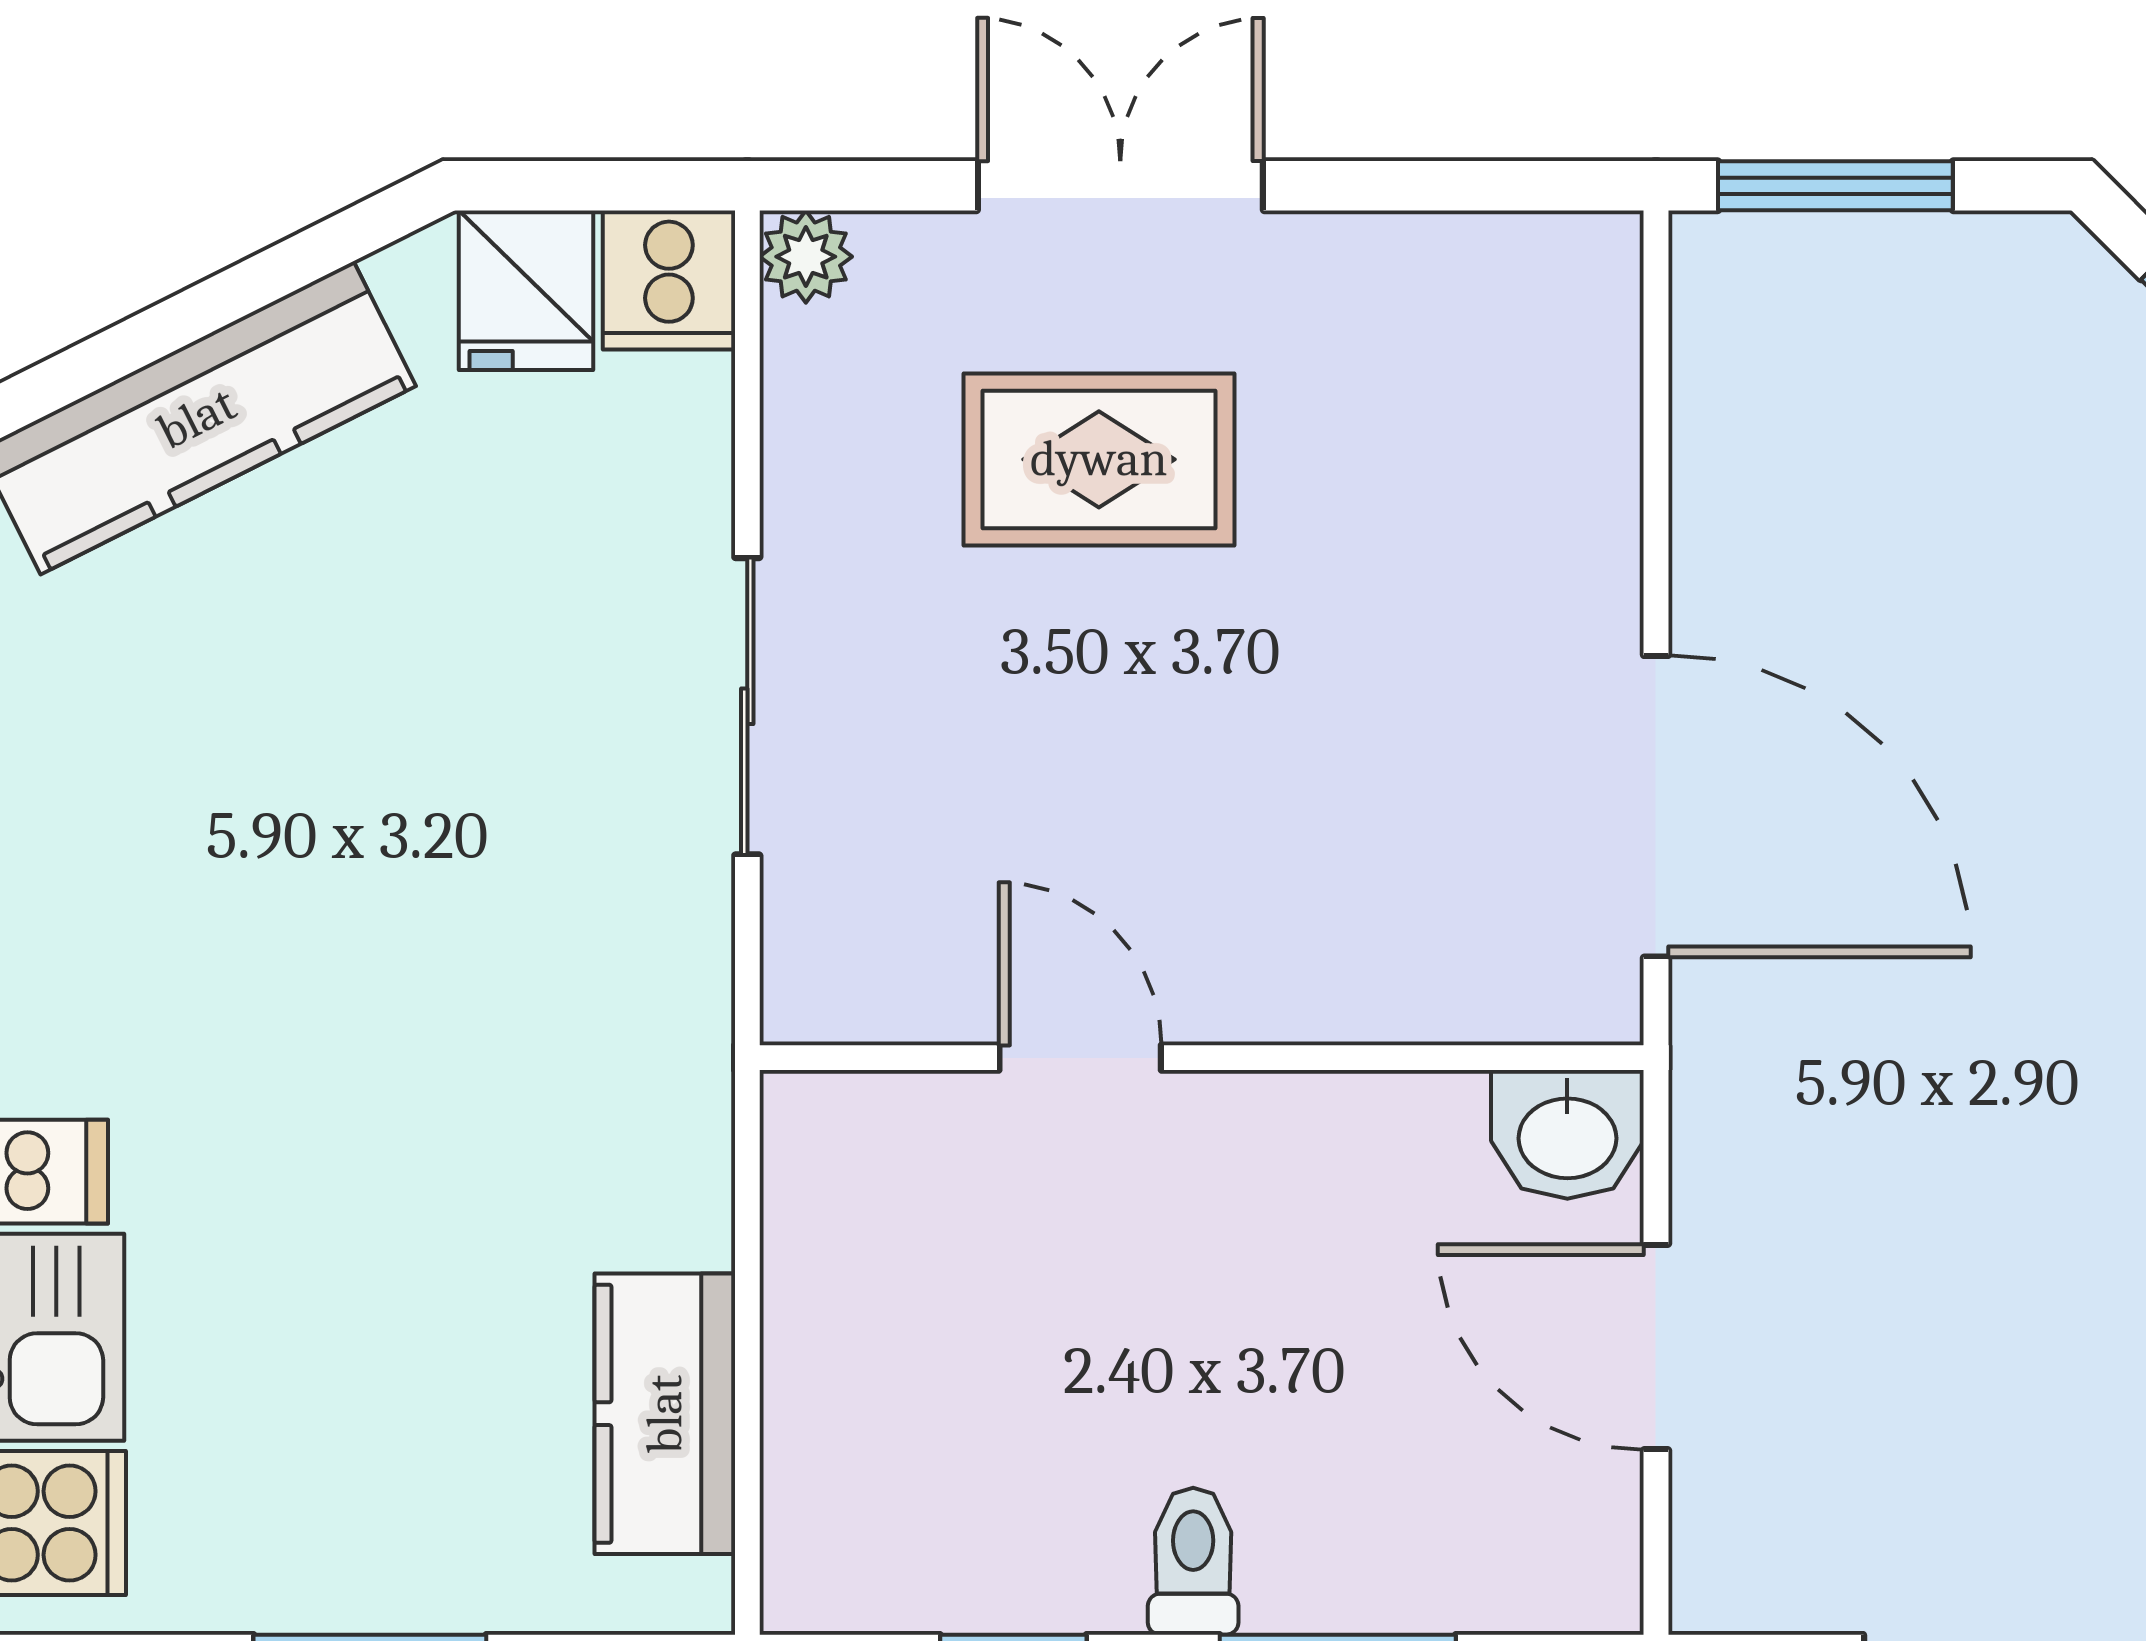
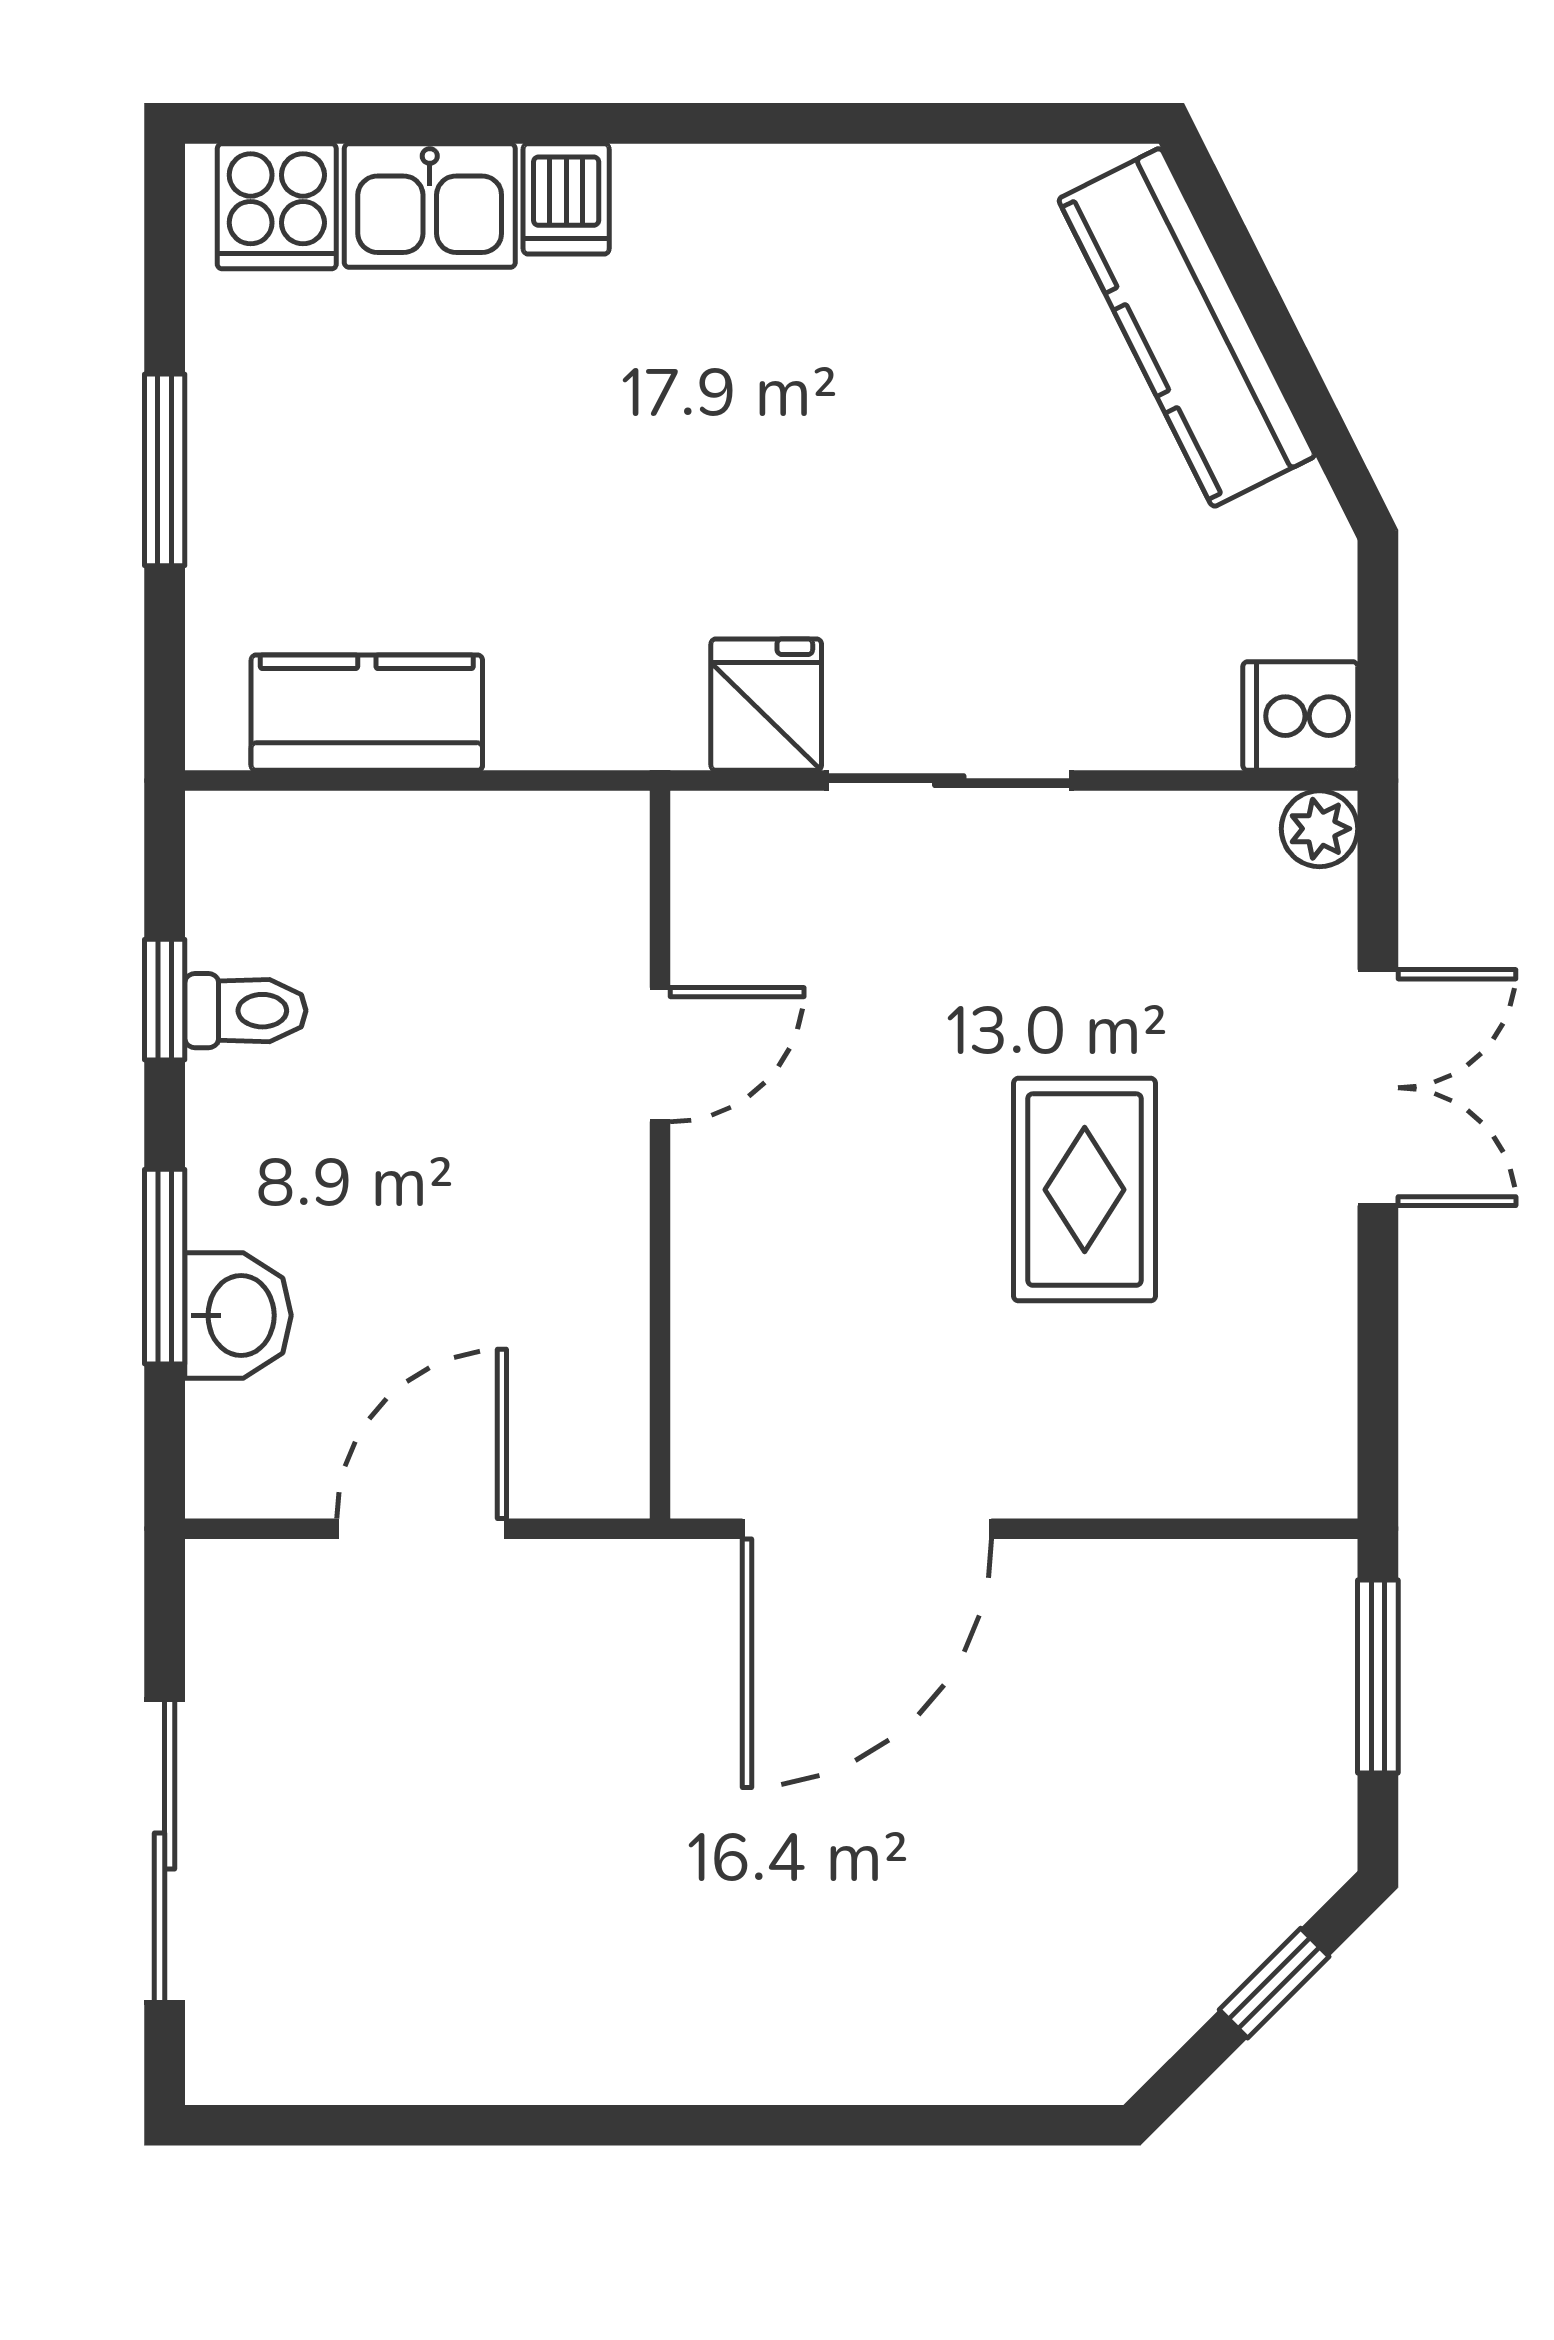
fridge: (526, 290) -> (766, 705), moved, turned 90
rug: (1099, 459) -> (1085, 1190), moved
washbasin: (1567, 1134) -> (238, 1315), moved, turned 180
toilet: (1193, 1561) -> (245, 1011), moved

